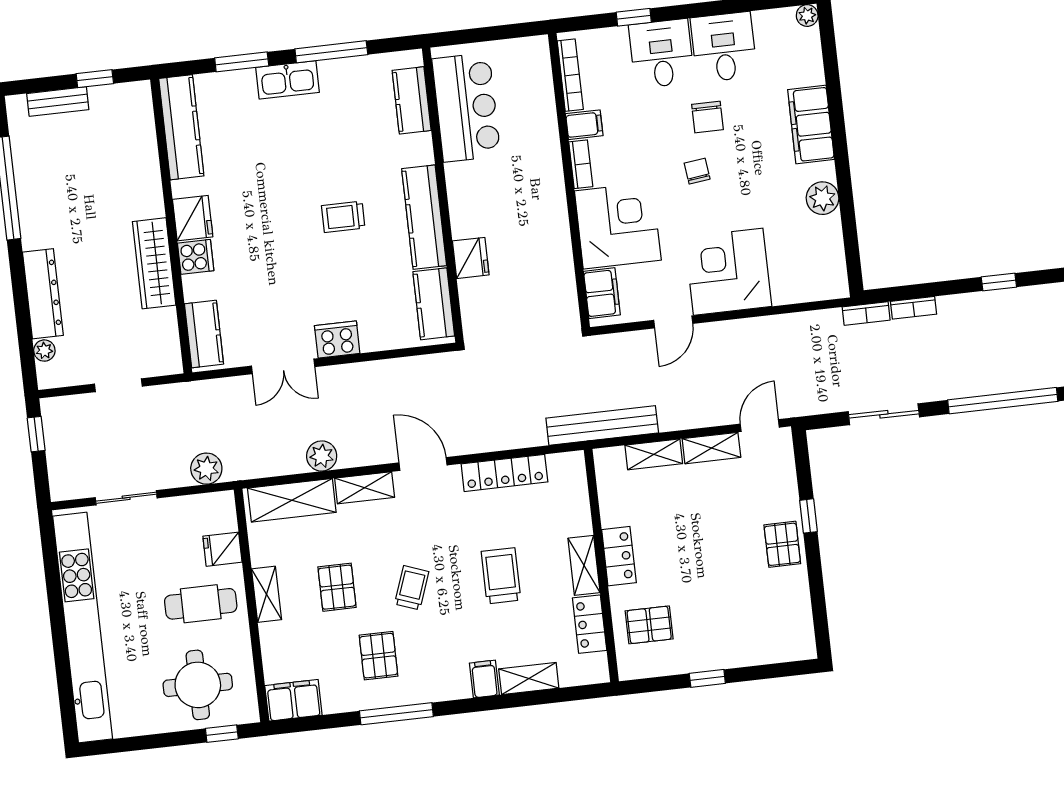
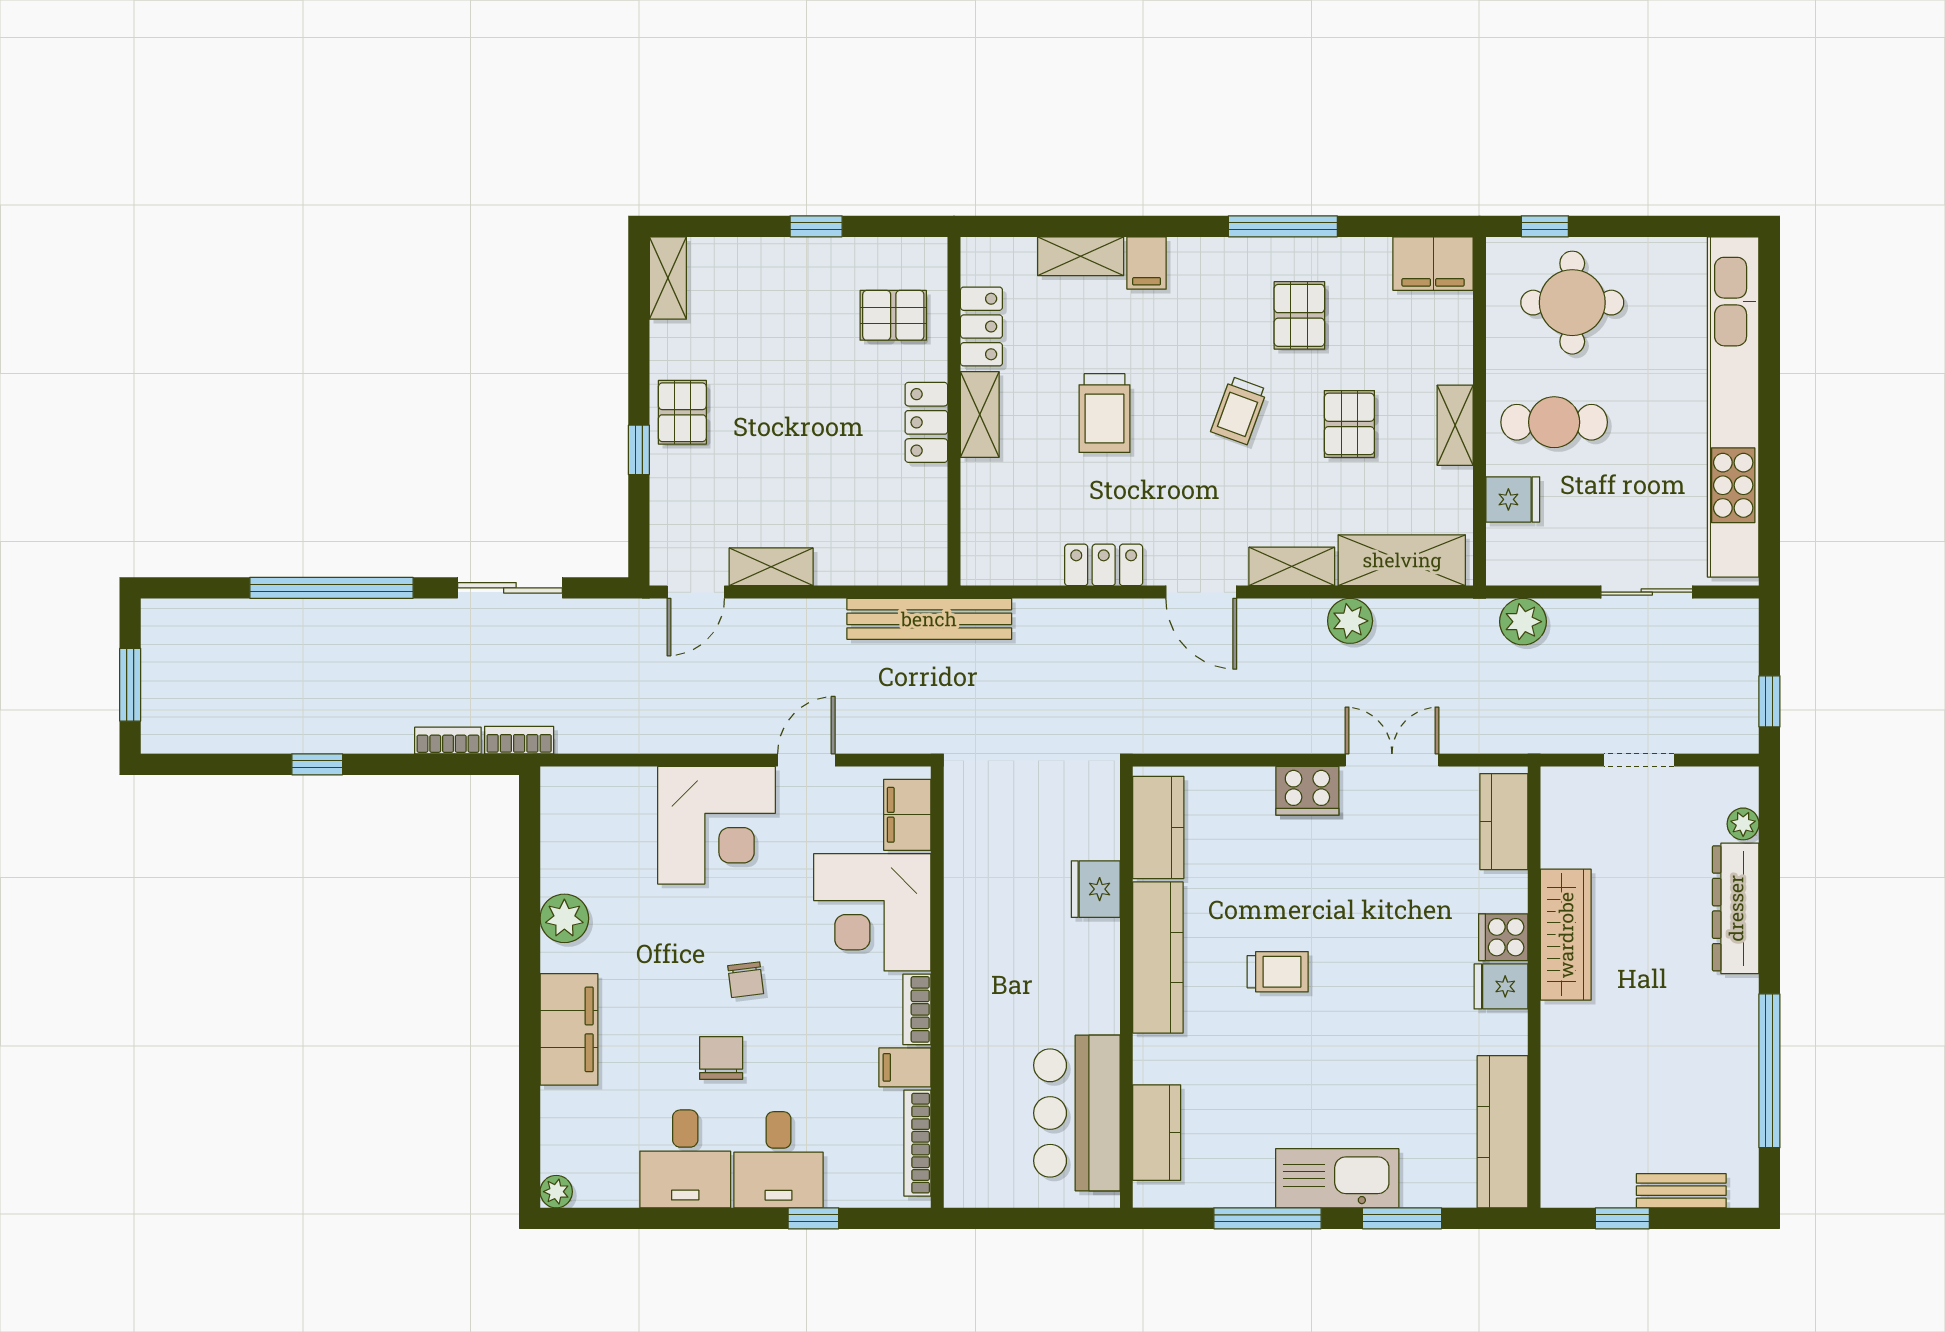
kitchen sink: (287, 80) -> (1337, 1178), width x1.36, depth x1.24
fridge: (193, 218) -> (1501, 986), width x0.72
shelving: (654, 454) -> (668, 278), moved, turned 90
locker: (504, 473) -> (1104, 565), width x0.66

